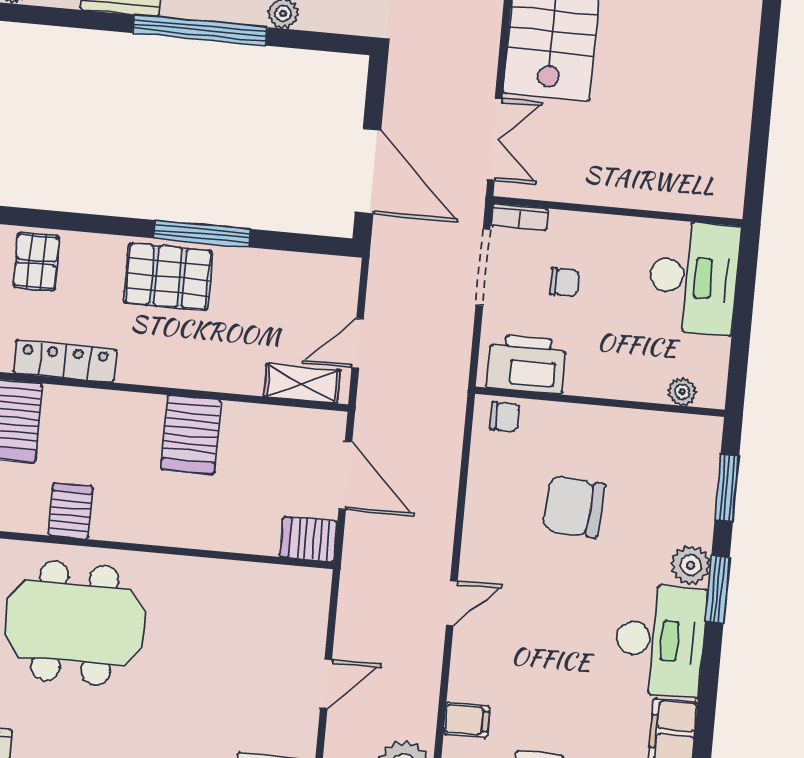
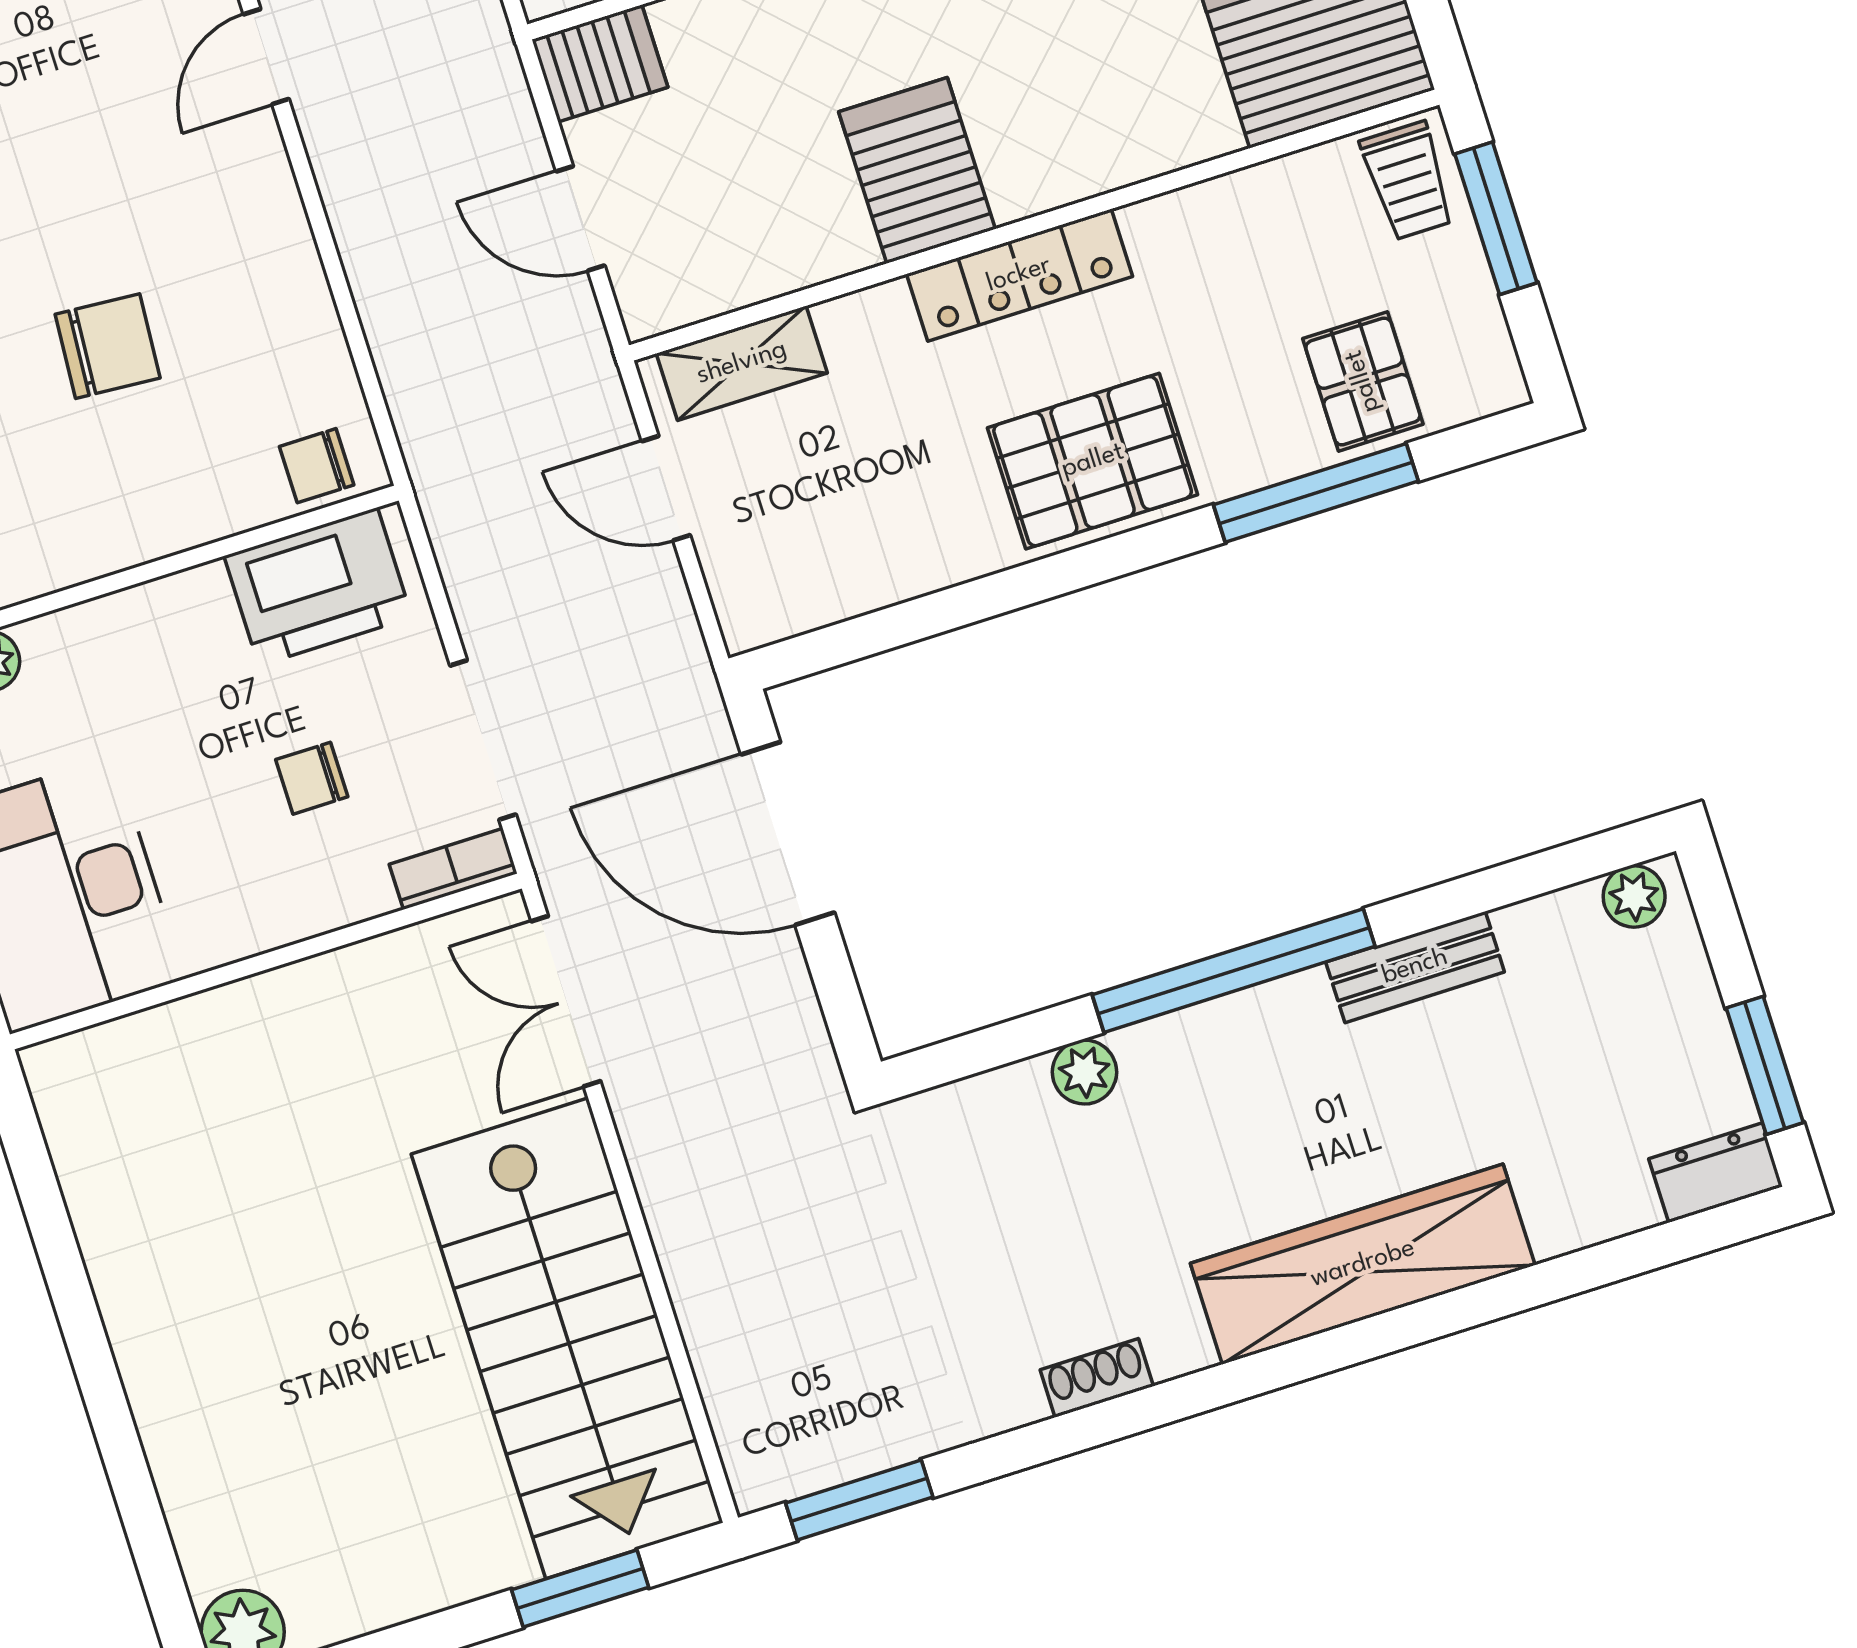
window: (202, 234) -> (1316, 493), moved
door: (358, 343) -> (666, 488), swing flipped
locker: (65, 361) -> (1019, 275), moved
door: (345, 476) -> (580, 218), width x0.73
chair: (574, 507) -> (108, 346), width x0.73, depth x0.73

